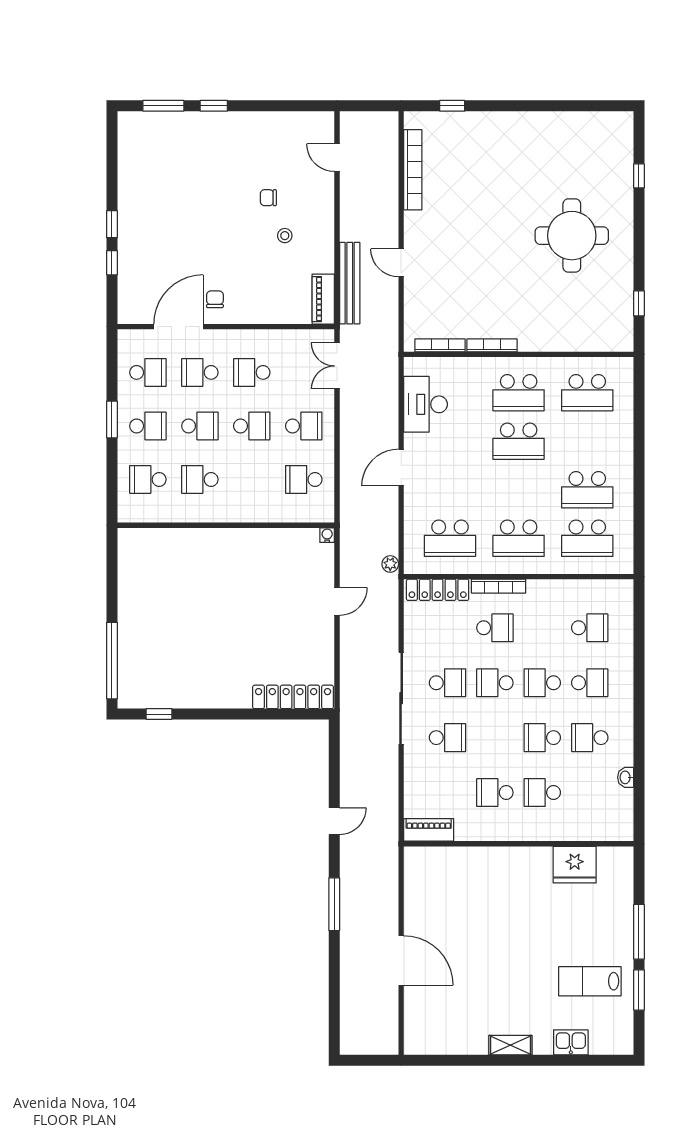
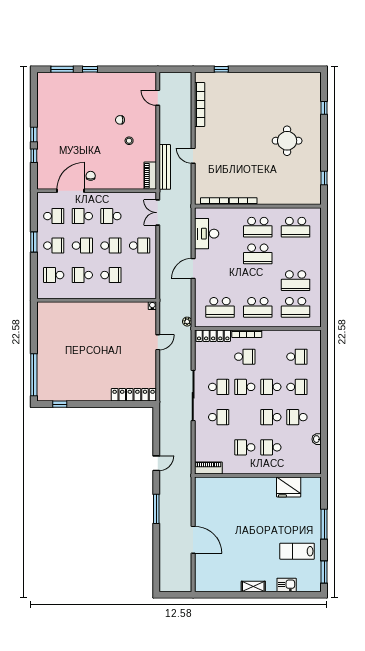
round table: (572, 236) -> (287, 141), width x0.73, depth x0.73
school desk: (304, 479) -> (111, 275), moved, turned 180
window: (639, 990) -> (324, 572), moved

